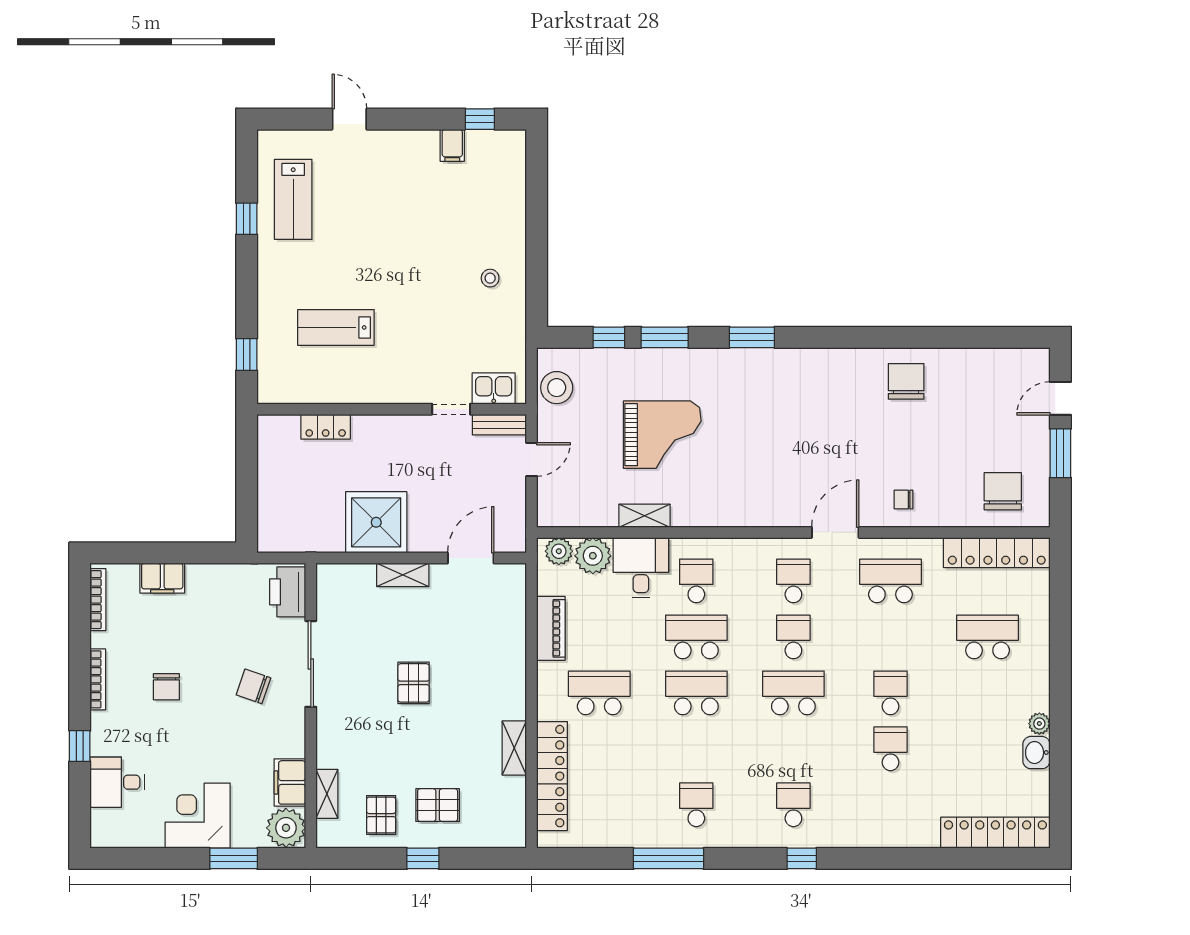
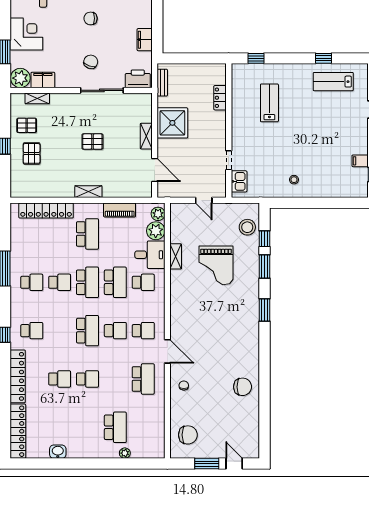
stool: (557, 388) -> (247, 227), moved
bench: (499, 425) -> (162, 83), moved
locker: (997, 553) -> (18, 376), moved, turned 180
filing cabinet: (162, 578) -> (145, 40), moved
plant: (1039, 724) -> (125, 453), moved
shelving: (514, 748) -> (88, 192), moved
school desk: (696, 749) -> (60, 282), added

